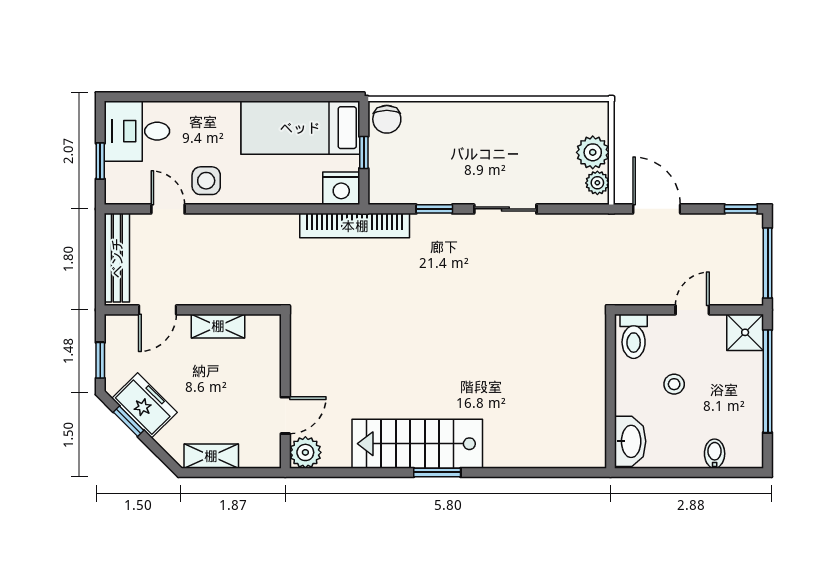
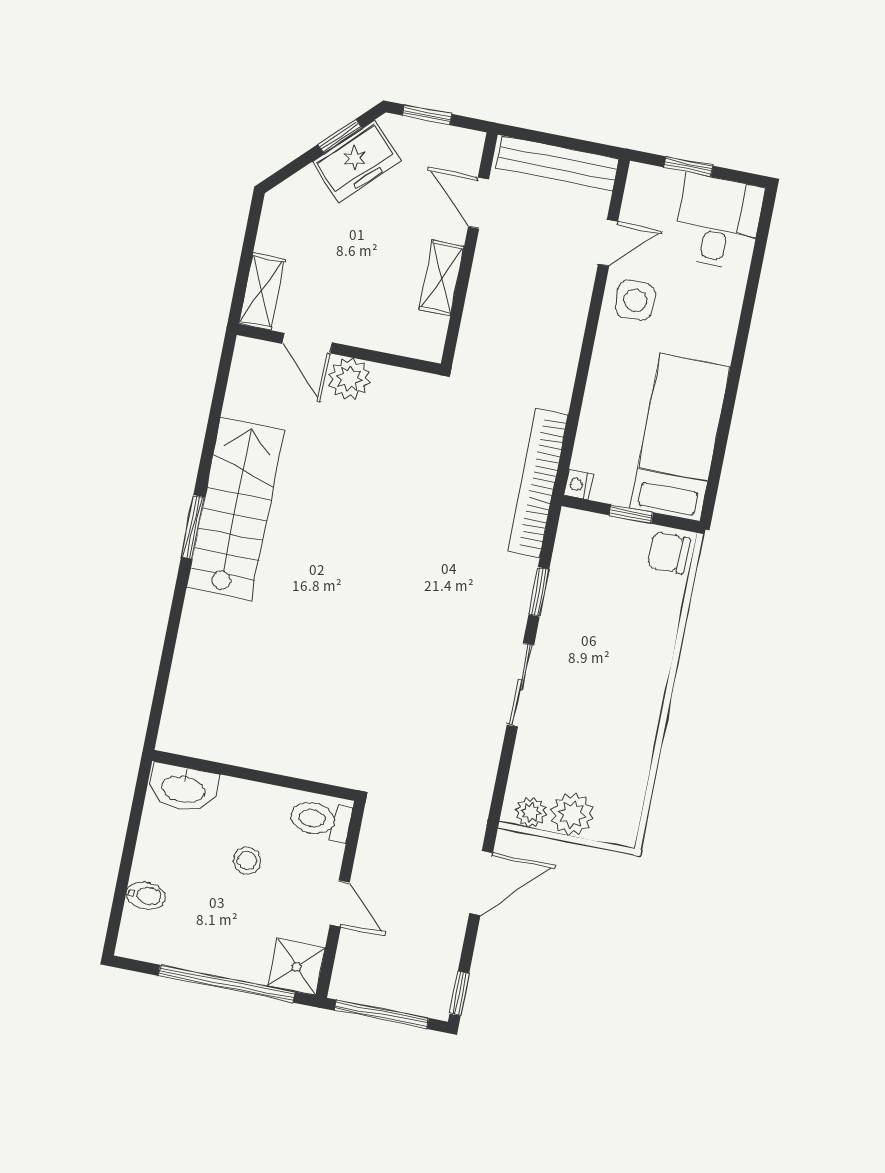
nightstand: (341, 188) -> (578, 485), width x0.53, depth x0.56
plant: (305, 452) -> (349, 379), moved
shelving: (211, 456) -> (262, 291), moved

